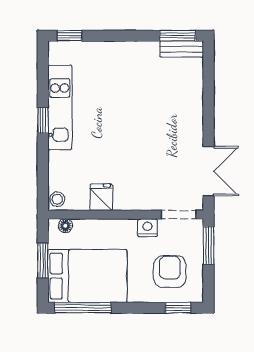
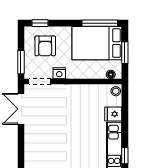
window: (43, 120) -> (125, 156), moved
fridge: (101, 197) -> (113, 114), moved, turned 90

